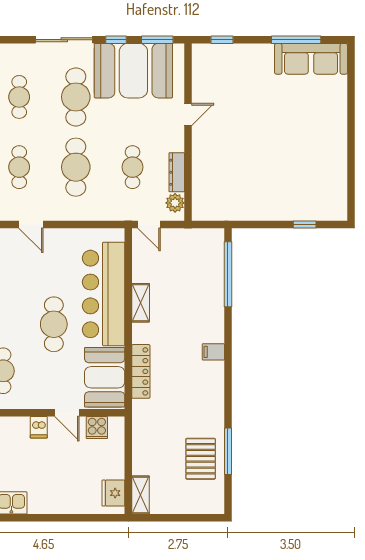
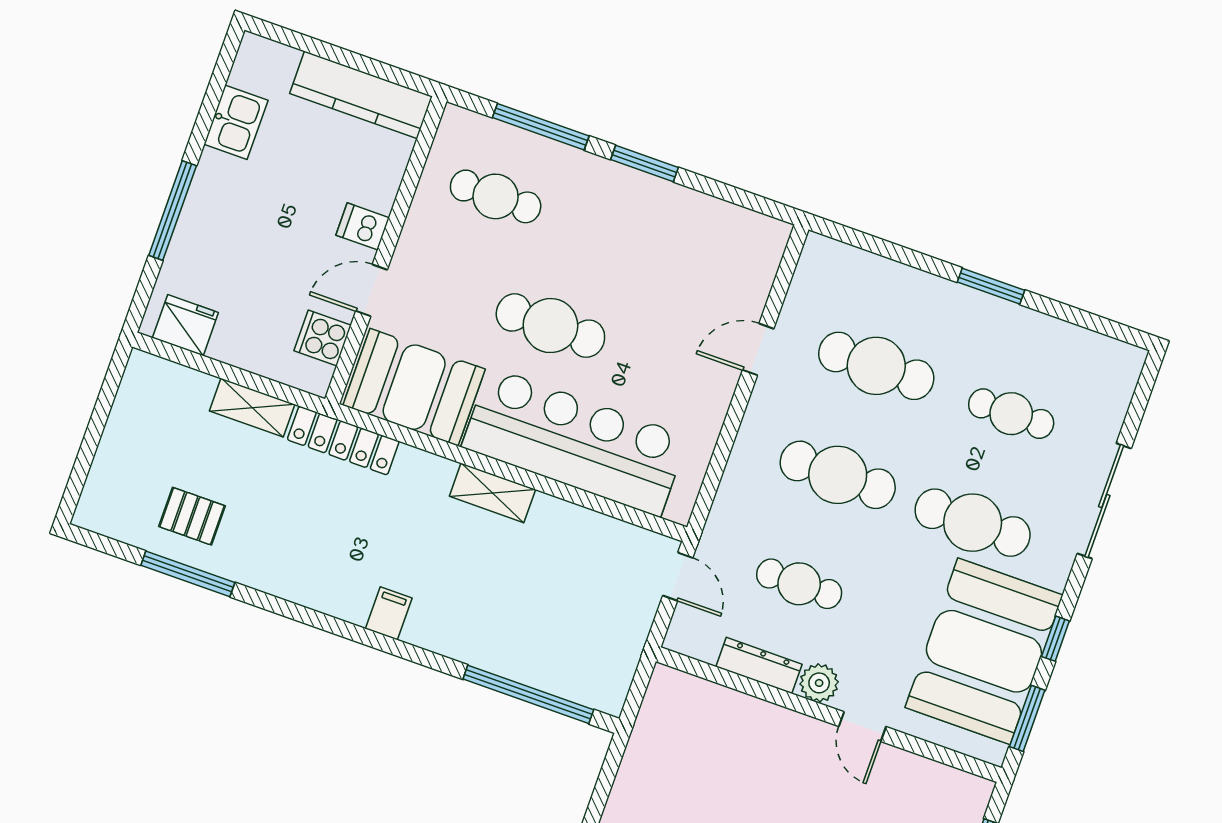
sliding door: (64, 40) -> (1104, 501), moved
cafe table: (19, 167) -> (876, 366), width x1.37, depth x1.35
plant: (175, 203) -> (819, 683), moved
door: (149, 224) -> (678, 577), swing flipped
shelving: (141, 303) -> (492, 493), moved
locker: (141, 371) -> (343, 440), moved
pallet: (201, 459) -> (192, 516), width x0.67, depth x0.71
shelving: (141, 495) -> (252, 408), moved
window: (63, 518) -> (173, 211), added

